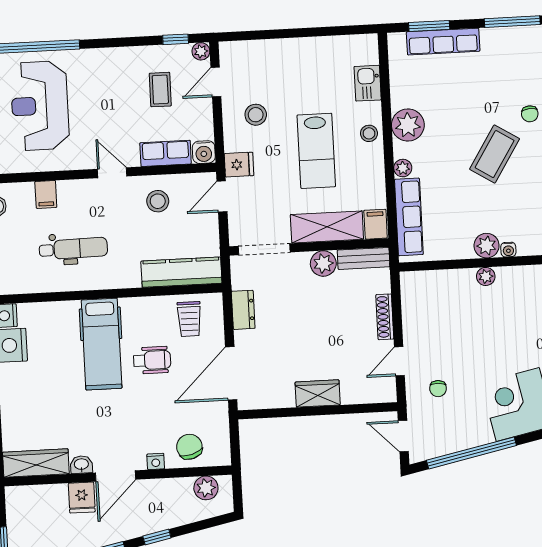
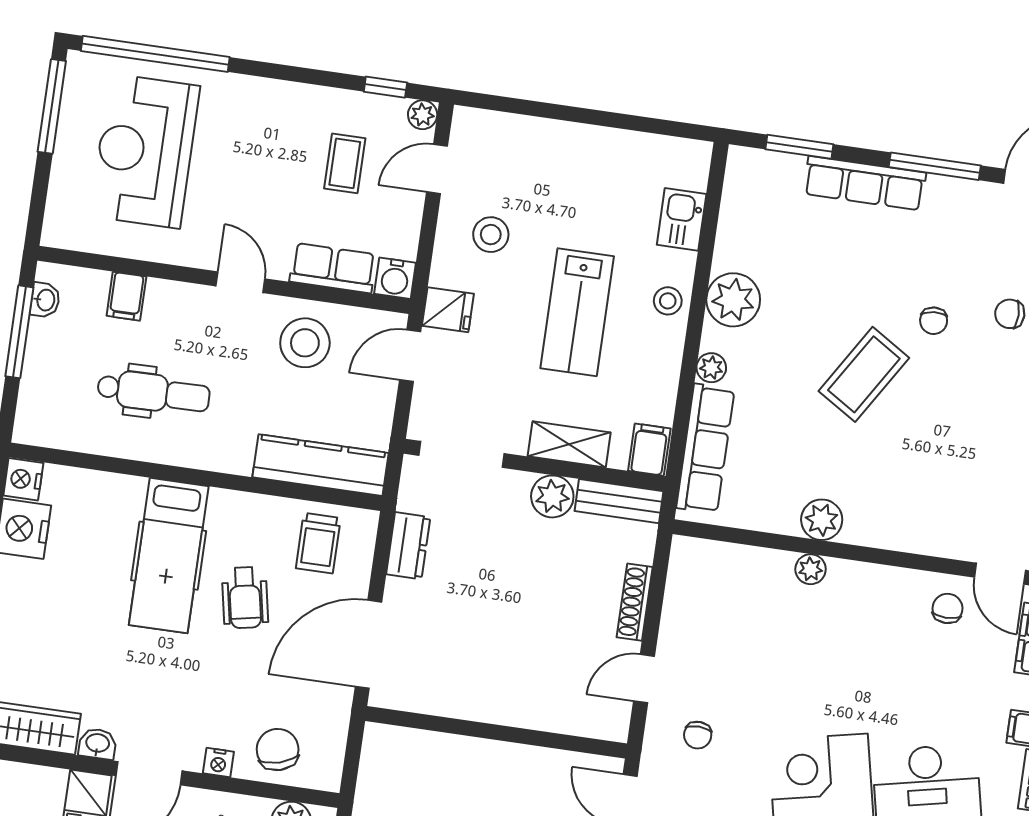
row of seats: (443, 42) -> (865, 183), moved
stool: (158, 201) -> (305, 343), width x1.38, depth x1.38
shelving: (327, 227) -> (569, 444), width x0.67, depth x0.75
water cooler: (508, 250) -> (856, 533), removed
wheelchair: (152, 360) -> (245, 598), turned 79
wardrobe: (318, 393) -> (502, 704), removed

